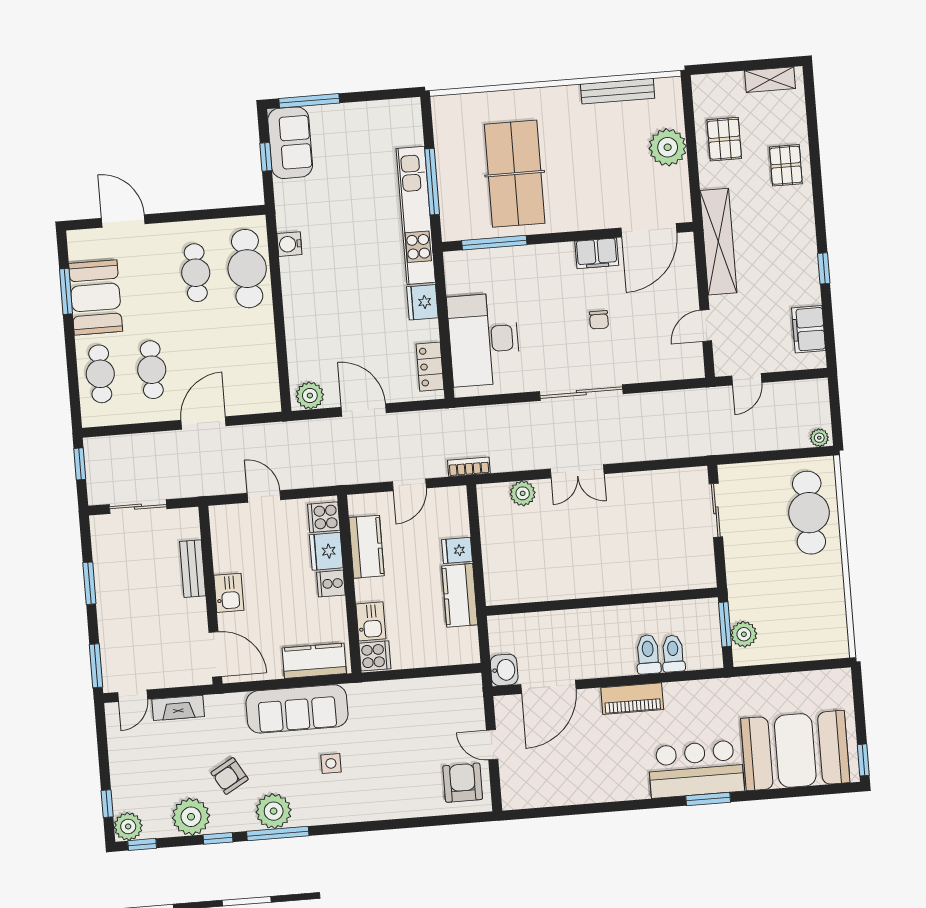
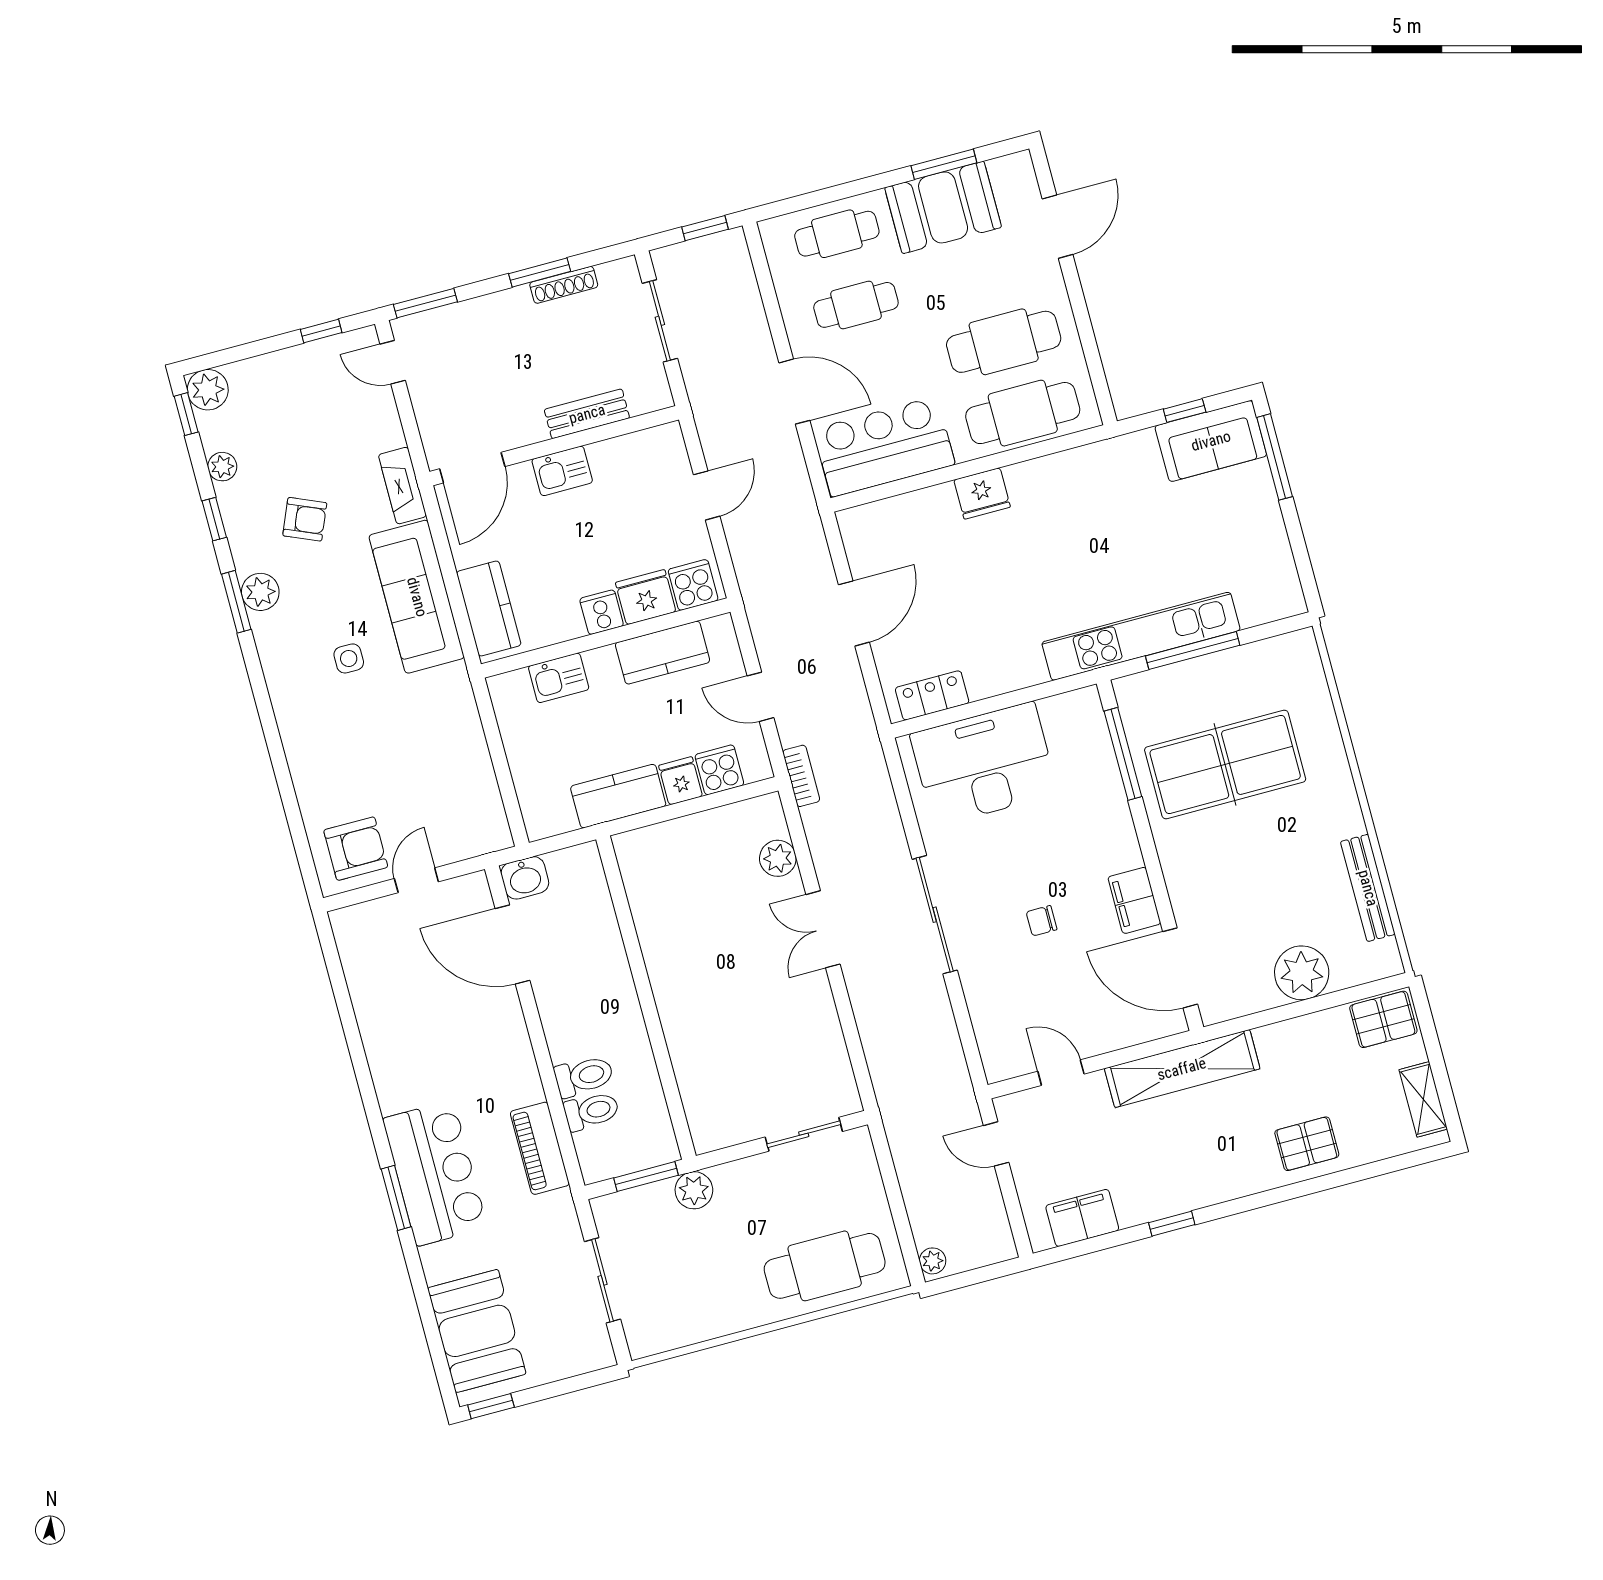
pallet: (724, 139) -> (1383, 1019), moved
water cooler: (289, 244) -> (1068, 466), removed
cafe table: (196, 273) -> (1004, 342), width x1.37, depth x1.35
fridge: (422, 302) -> (982, 493), moved, turned 180
bar counter: (253, 368) -> (884, 447), added
plant: (310, 396) -> (860, 534), removed
shoe rack: (101, 568) -> (564, 285), added
plant: (744, 634) -> (694, 1190), moved
cooker: (375, 656) -> (719, 770), moved, turned 180
sliding door: (791, 667) -> (603, 1280), added
piano: (632, 699) -> (540, 1148), moved
fireplace: (178, 708) -> (402, 486), moved
booth: (795, 751) -> (477, 1331), width x0.73, depth x0.70
armchair: (230, 776) -> (305, 519), turned 143
window: (107, 804) -> (321, 331), moved
plant: (274, 811) -> (260, 592), width x0.73, depth x0.73
plant: (191, 817) -> (222, 467), width x0.53, depth x0.53
window: (278, 834) -> (236, 602), width x0.69

